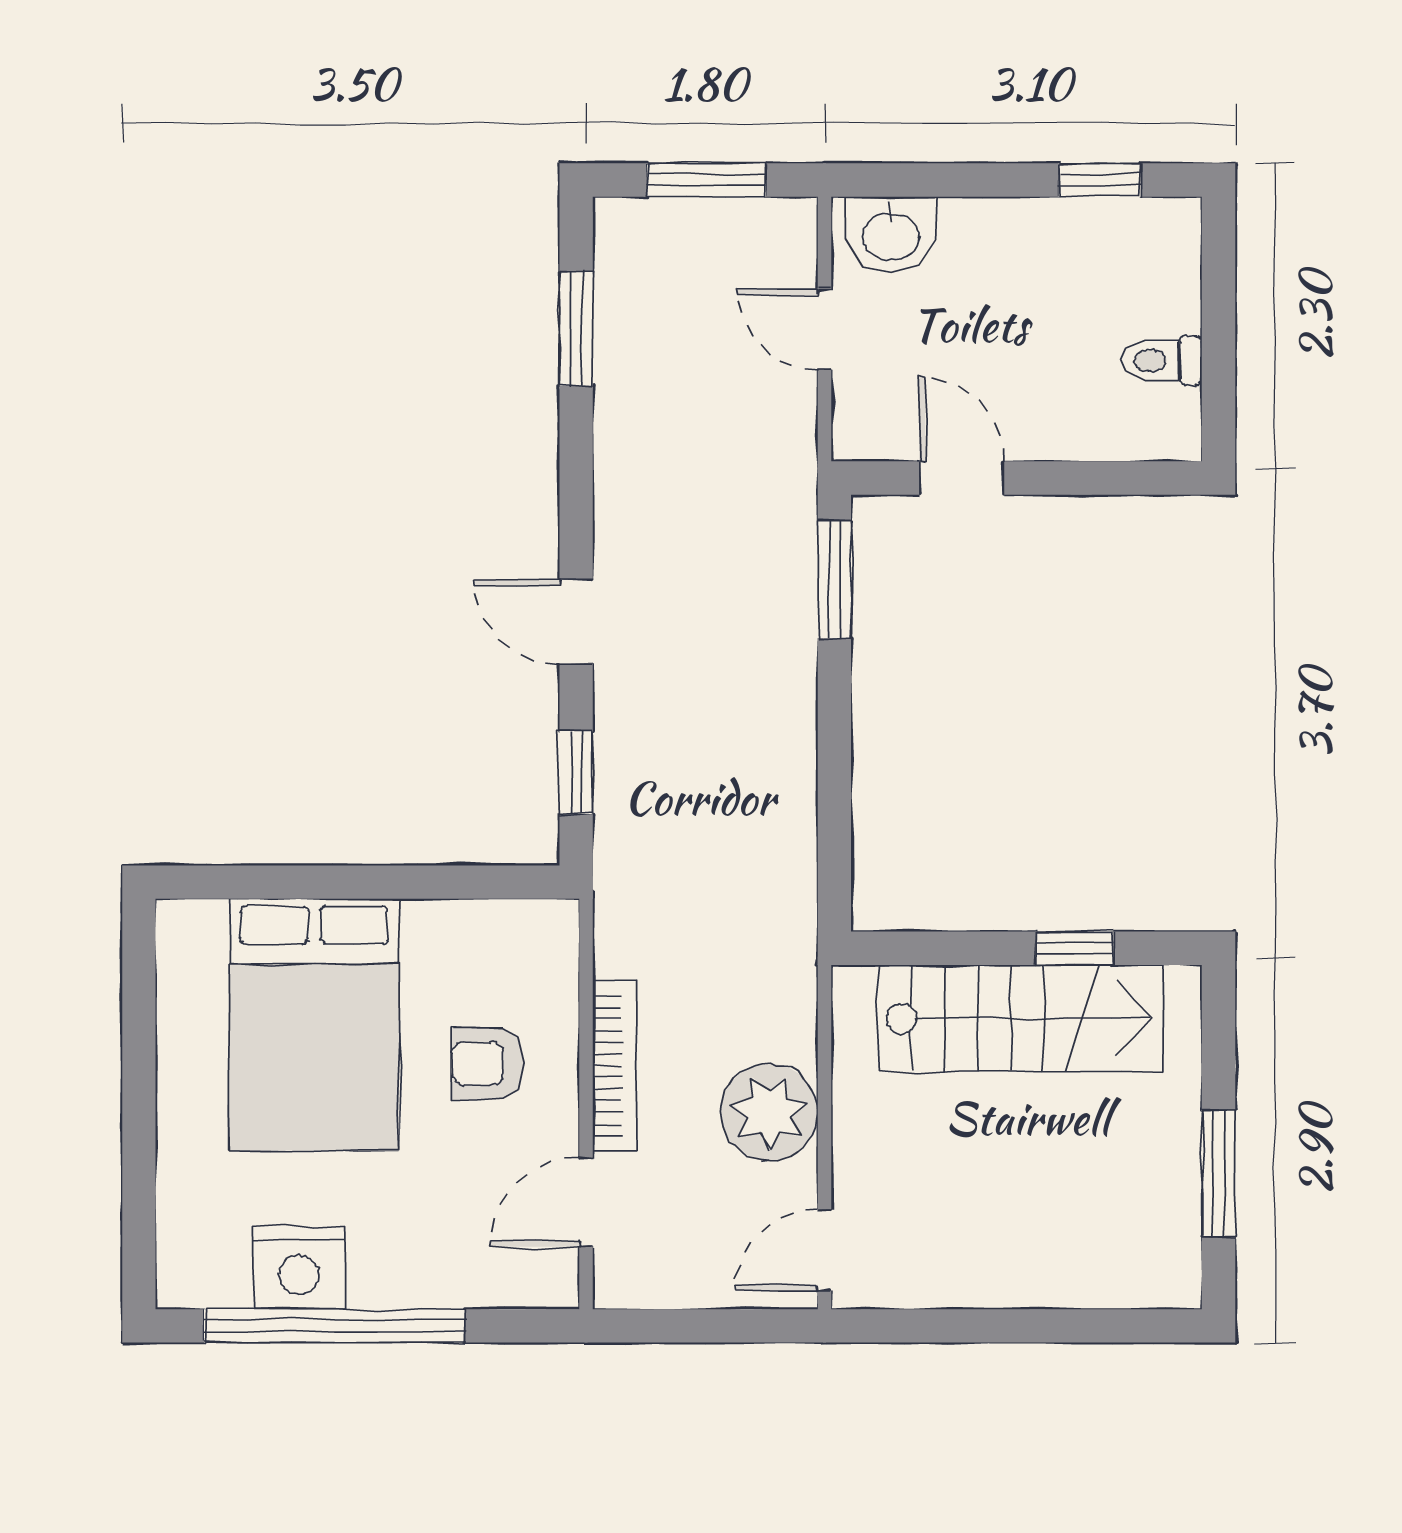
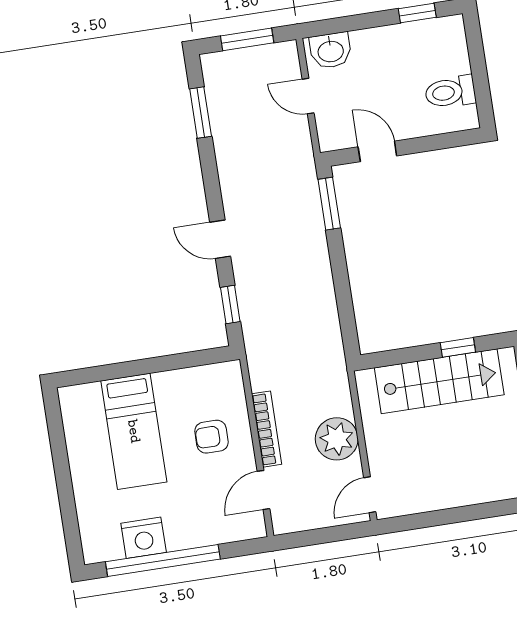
toilet: (1162, 361) -> (450, 92), width x1.37, depth x1.39
bed: (314, 1025) -> (134, 431), width x0.67

